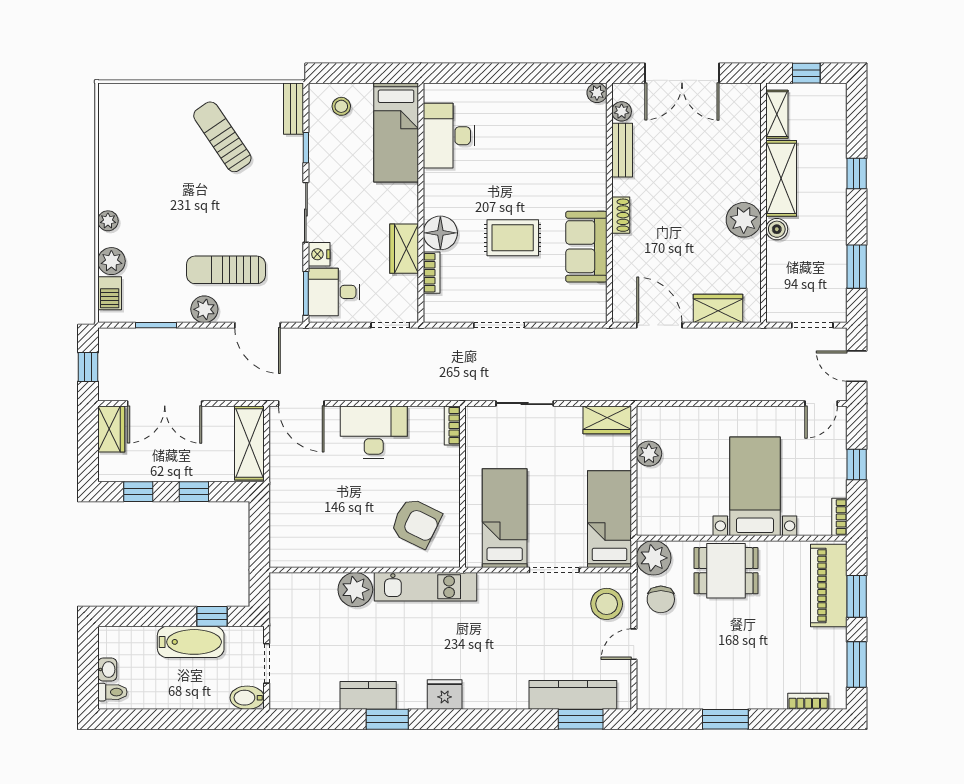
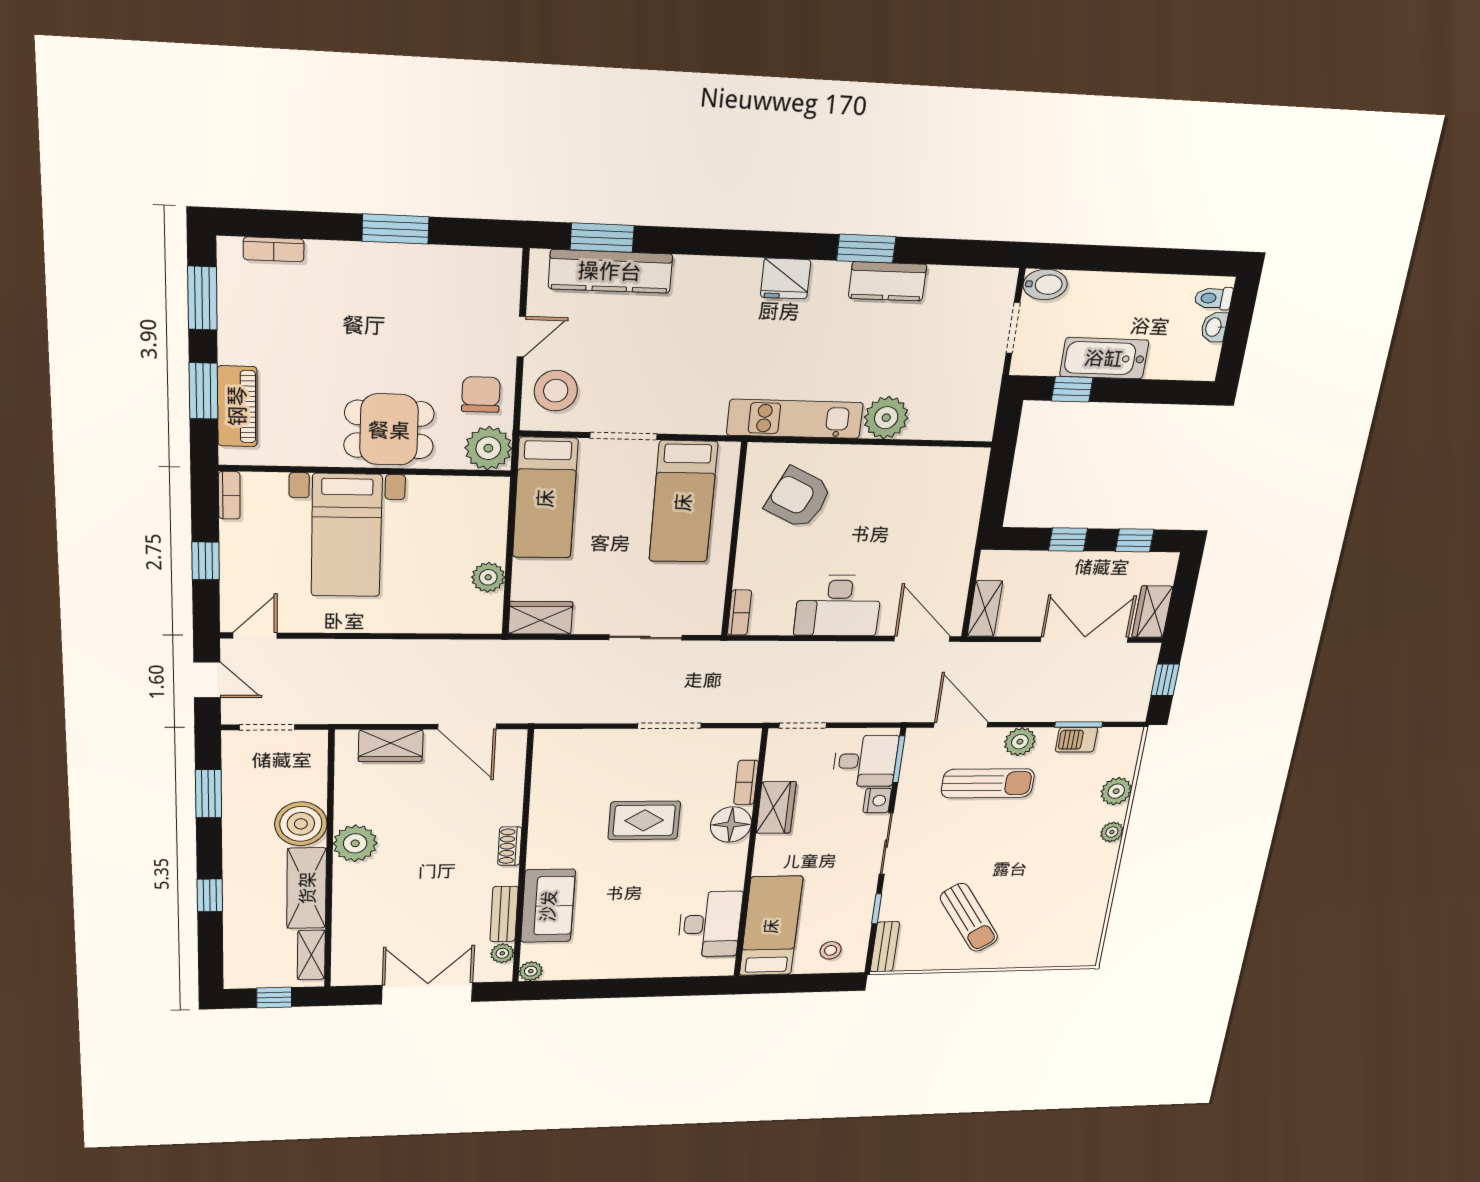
boiler: (777, 229) -> (301, 824), width x1.86, depth x1.86
sofa: (586, 247) -> (548, 906), moved
barbecue: (110, 293) -> (1077, 740), moved, turned -90
shelving: (249, 443) -> (985, 609), width x0.67, depth x0.75
piano: (829, 585) -> (237, 406), width x0.73, depth x0.75

